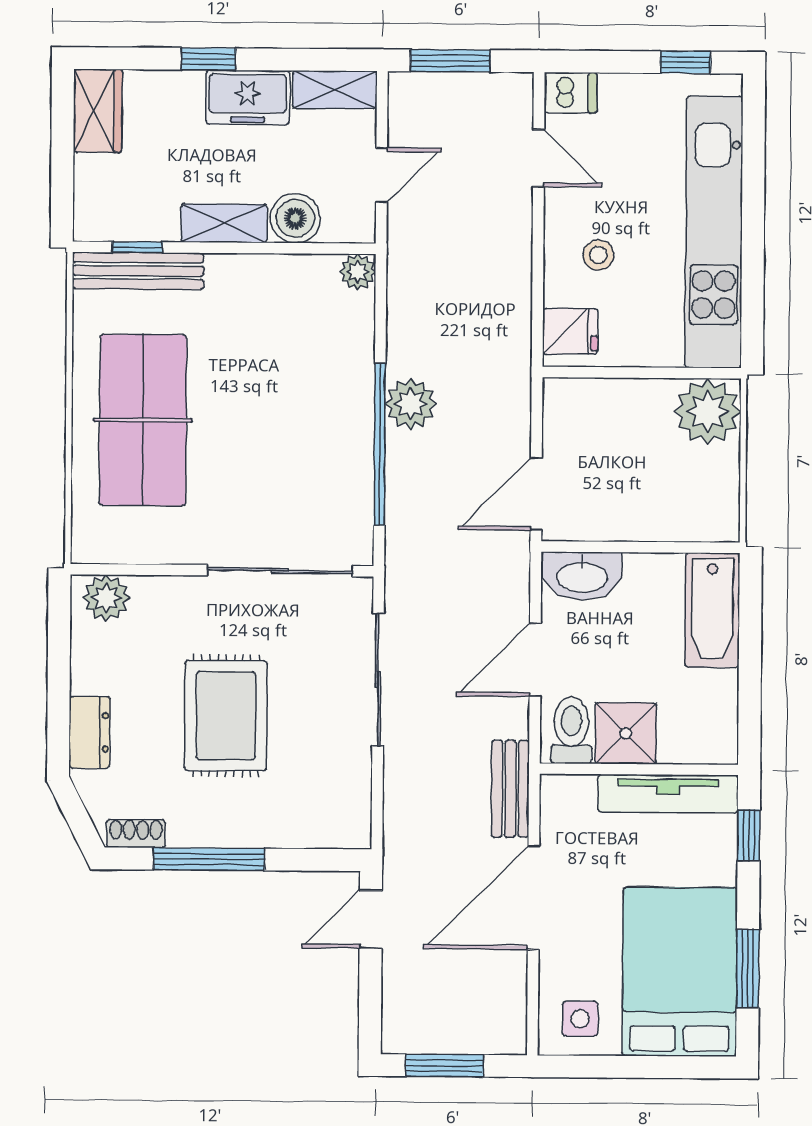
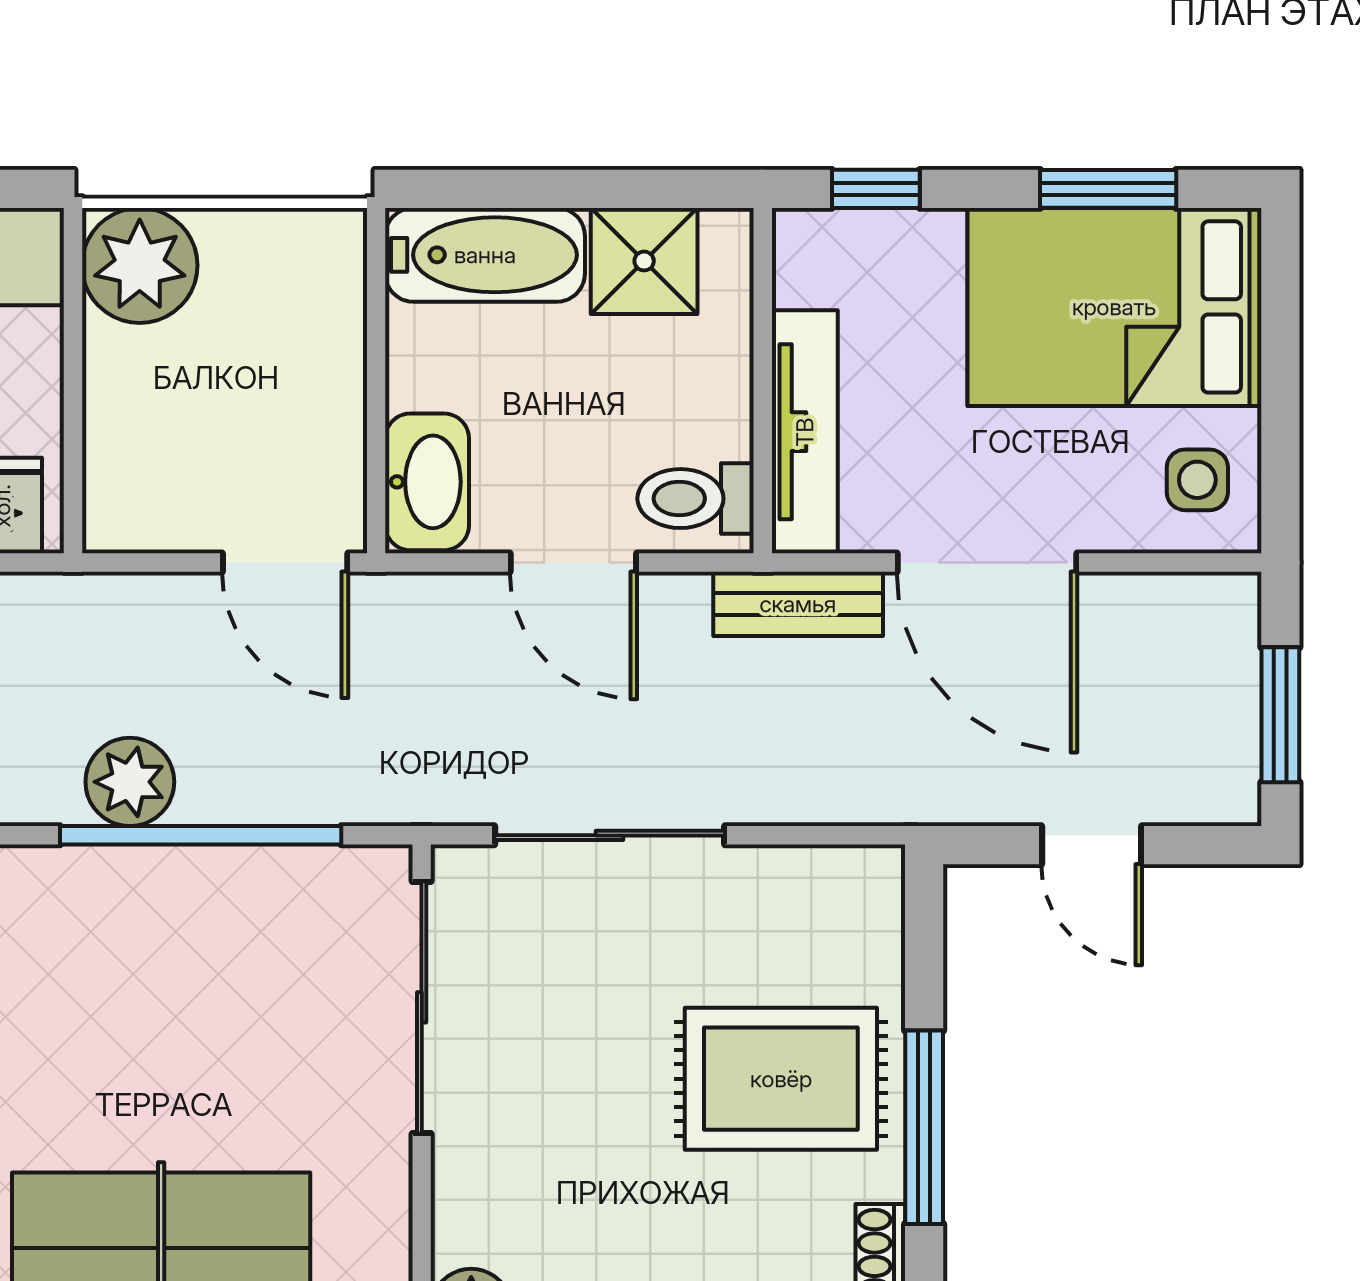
rug: (226, 716) -> (781, 1079), moved
shower: (626, 733) -> (644, 261), moved
tv unit: (668, 794) -> (805, 432), moved
door: (371, 919) -> (1092, 845), moved

